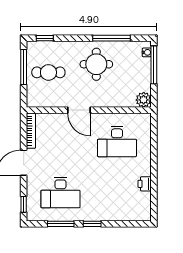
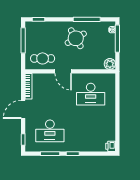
round table: (96, 64) -> (76, 38), turned -30
cafe table: (48, 72) -> (43, 58), moved
printer: (145, 184) -> (111, 146), moved

